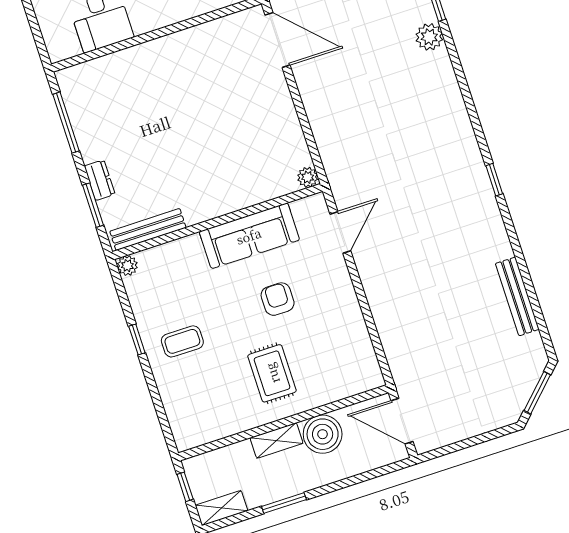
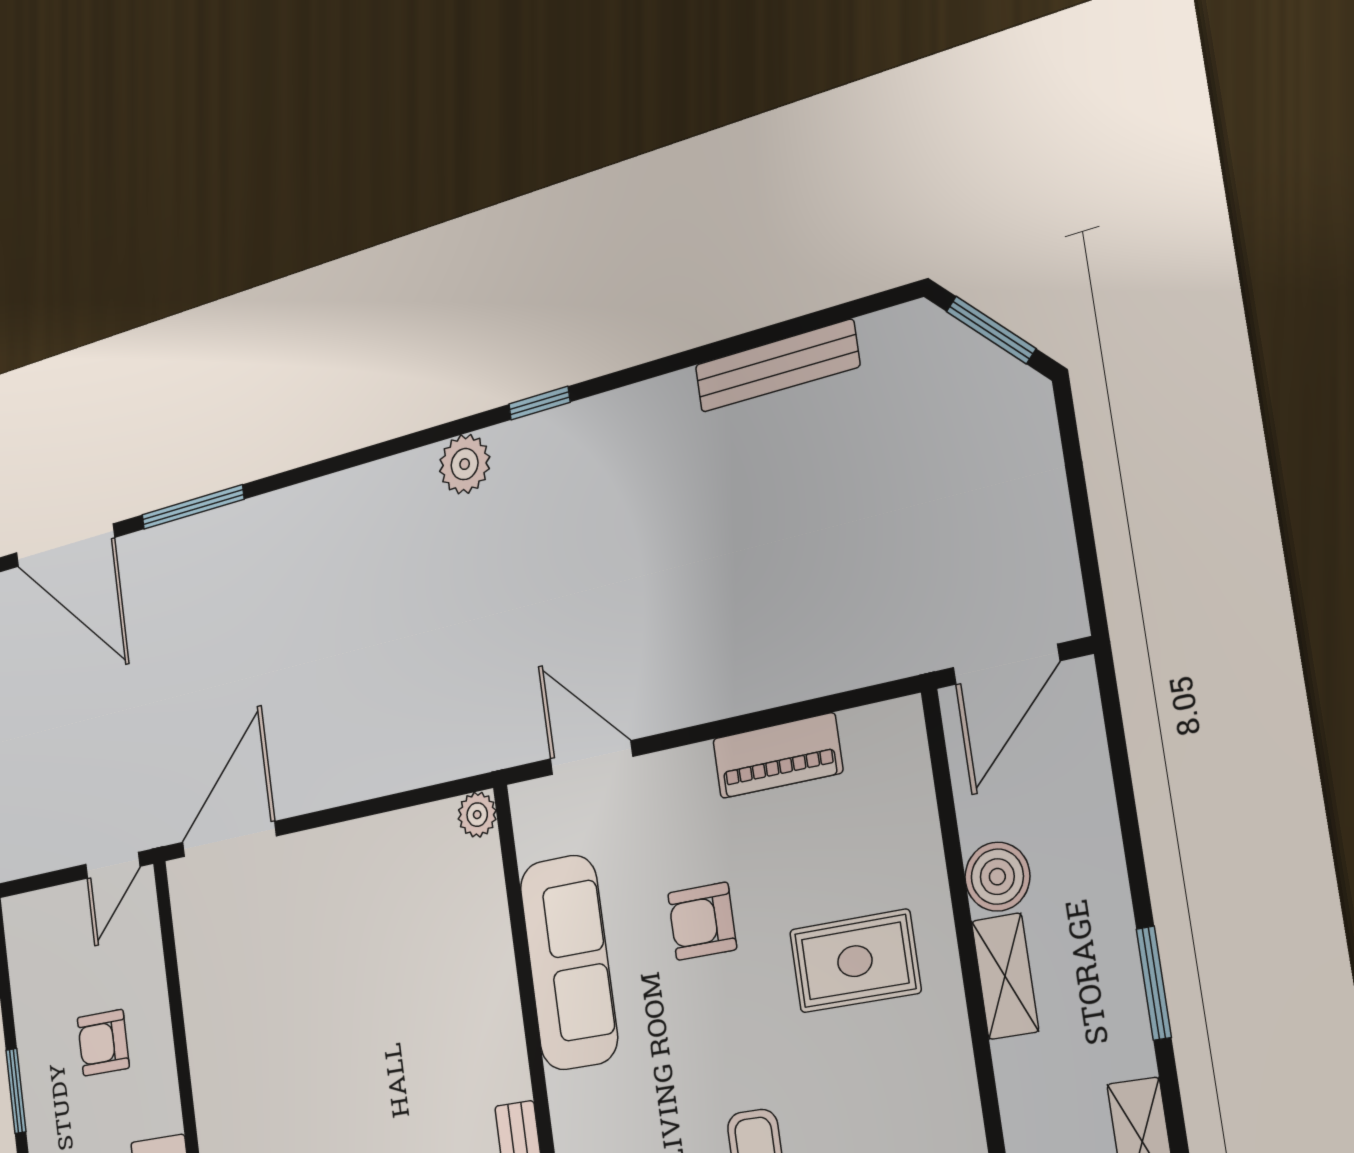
plant: (429, 37) -> (465, 464), moved
piano: (352, 324) -> (777, 756), added
boiler: (323, 434) -> (997, 877), width x0.73, depth x0.73

